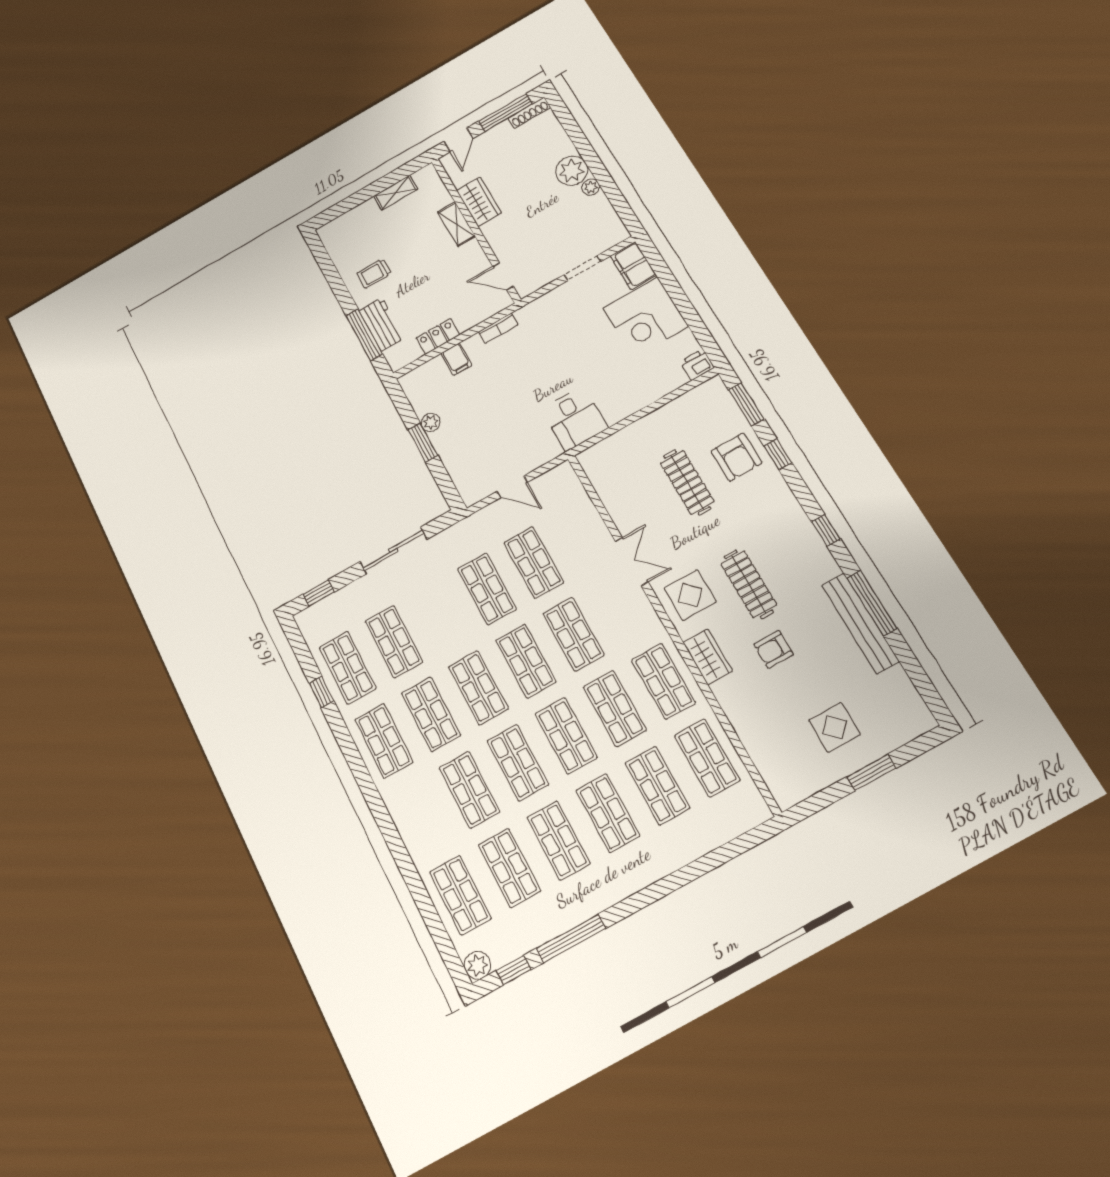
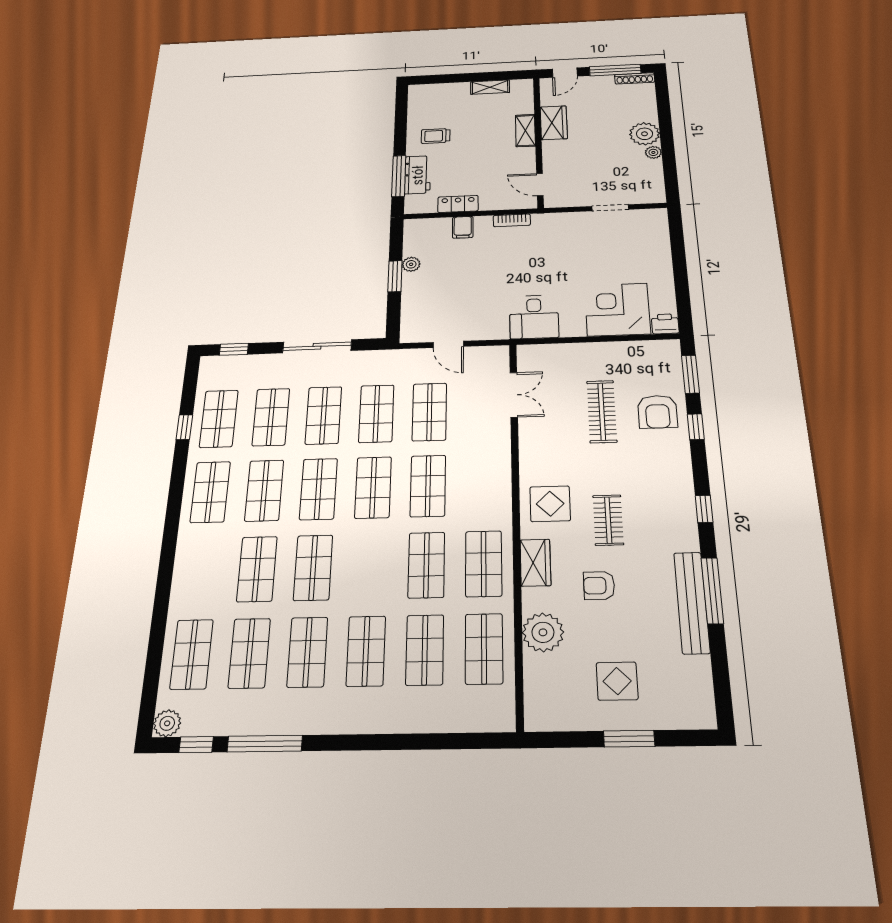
filing cabinet: (633, 266) -> (655, 225), removed
corner desk: (646, 317) -> (617, 309), moved, turned 90
double door: (632, 562) -> (514, 395), moved
clothes rail: (749, 584) -> (608, 520), width x0.73
plant: (749, 717) -> (543, 632), added
shop shelf: (566, 736) -> (323, 415), moved

